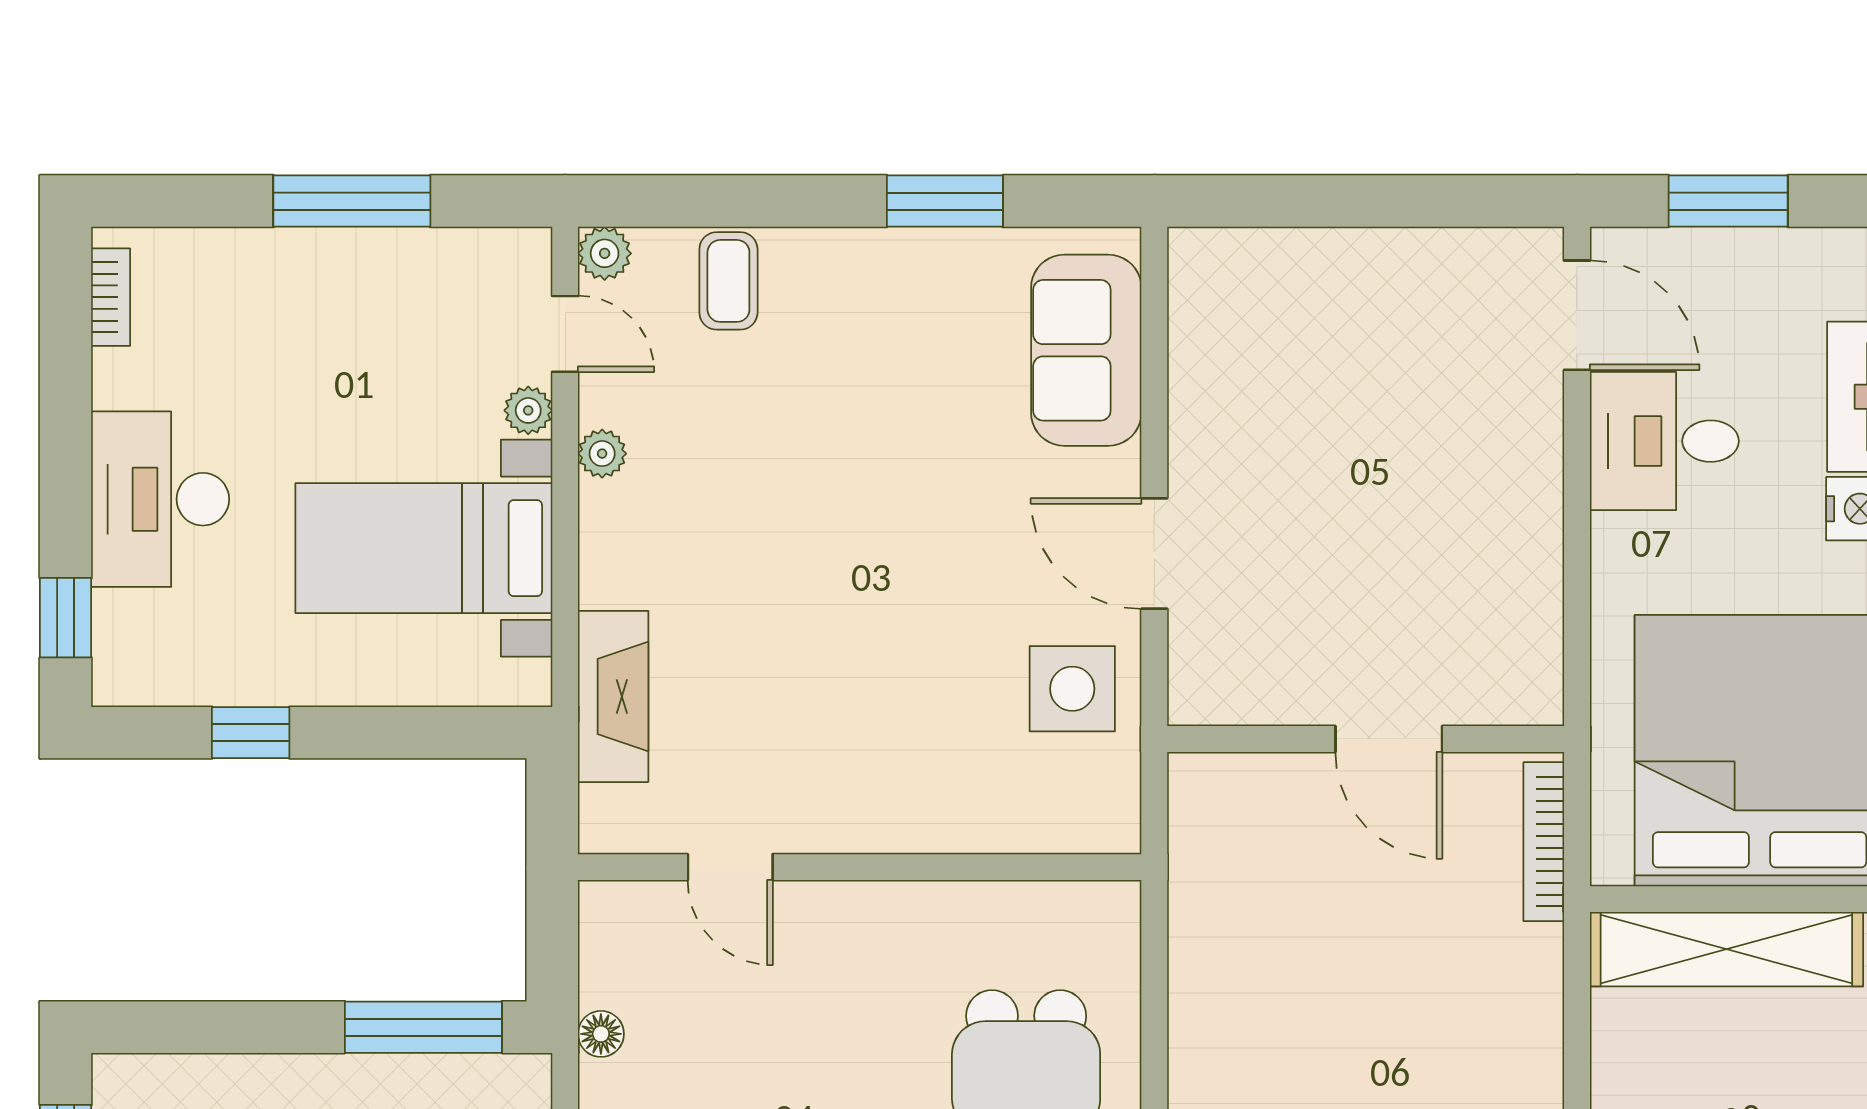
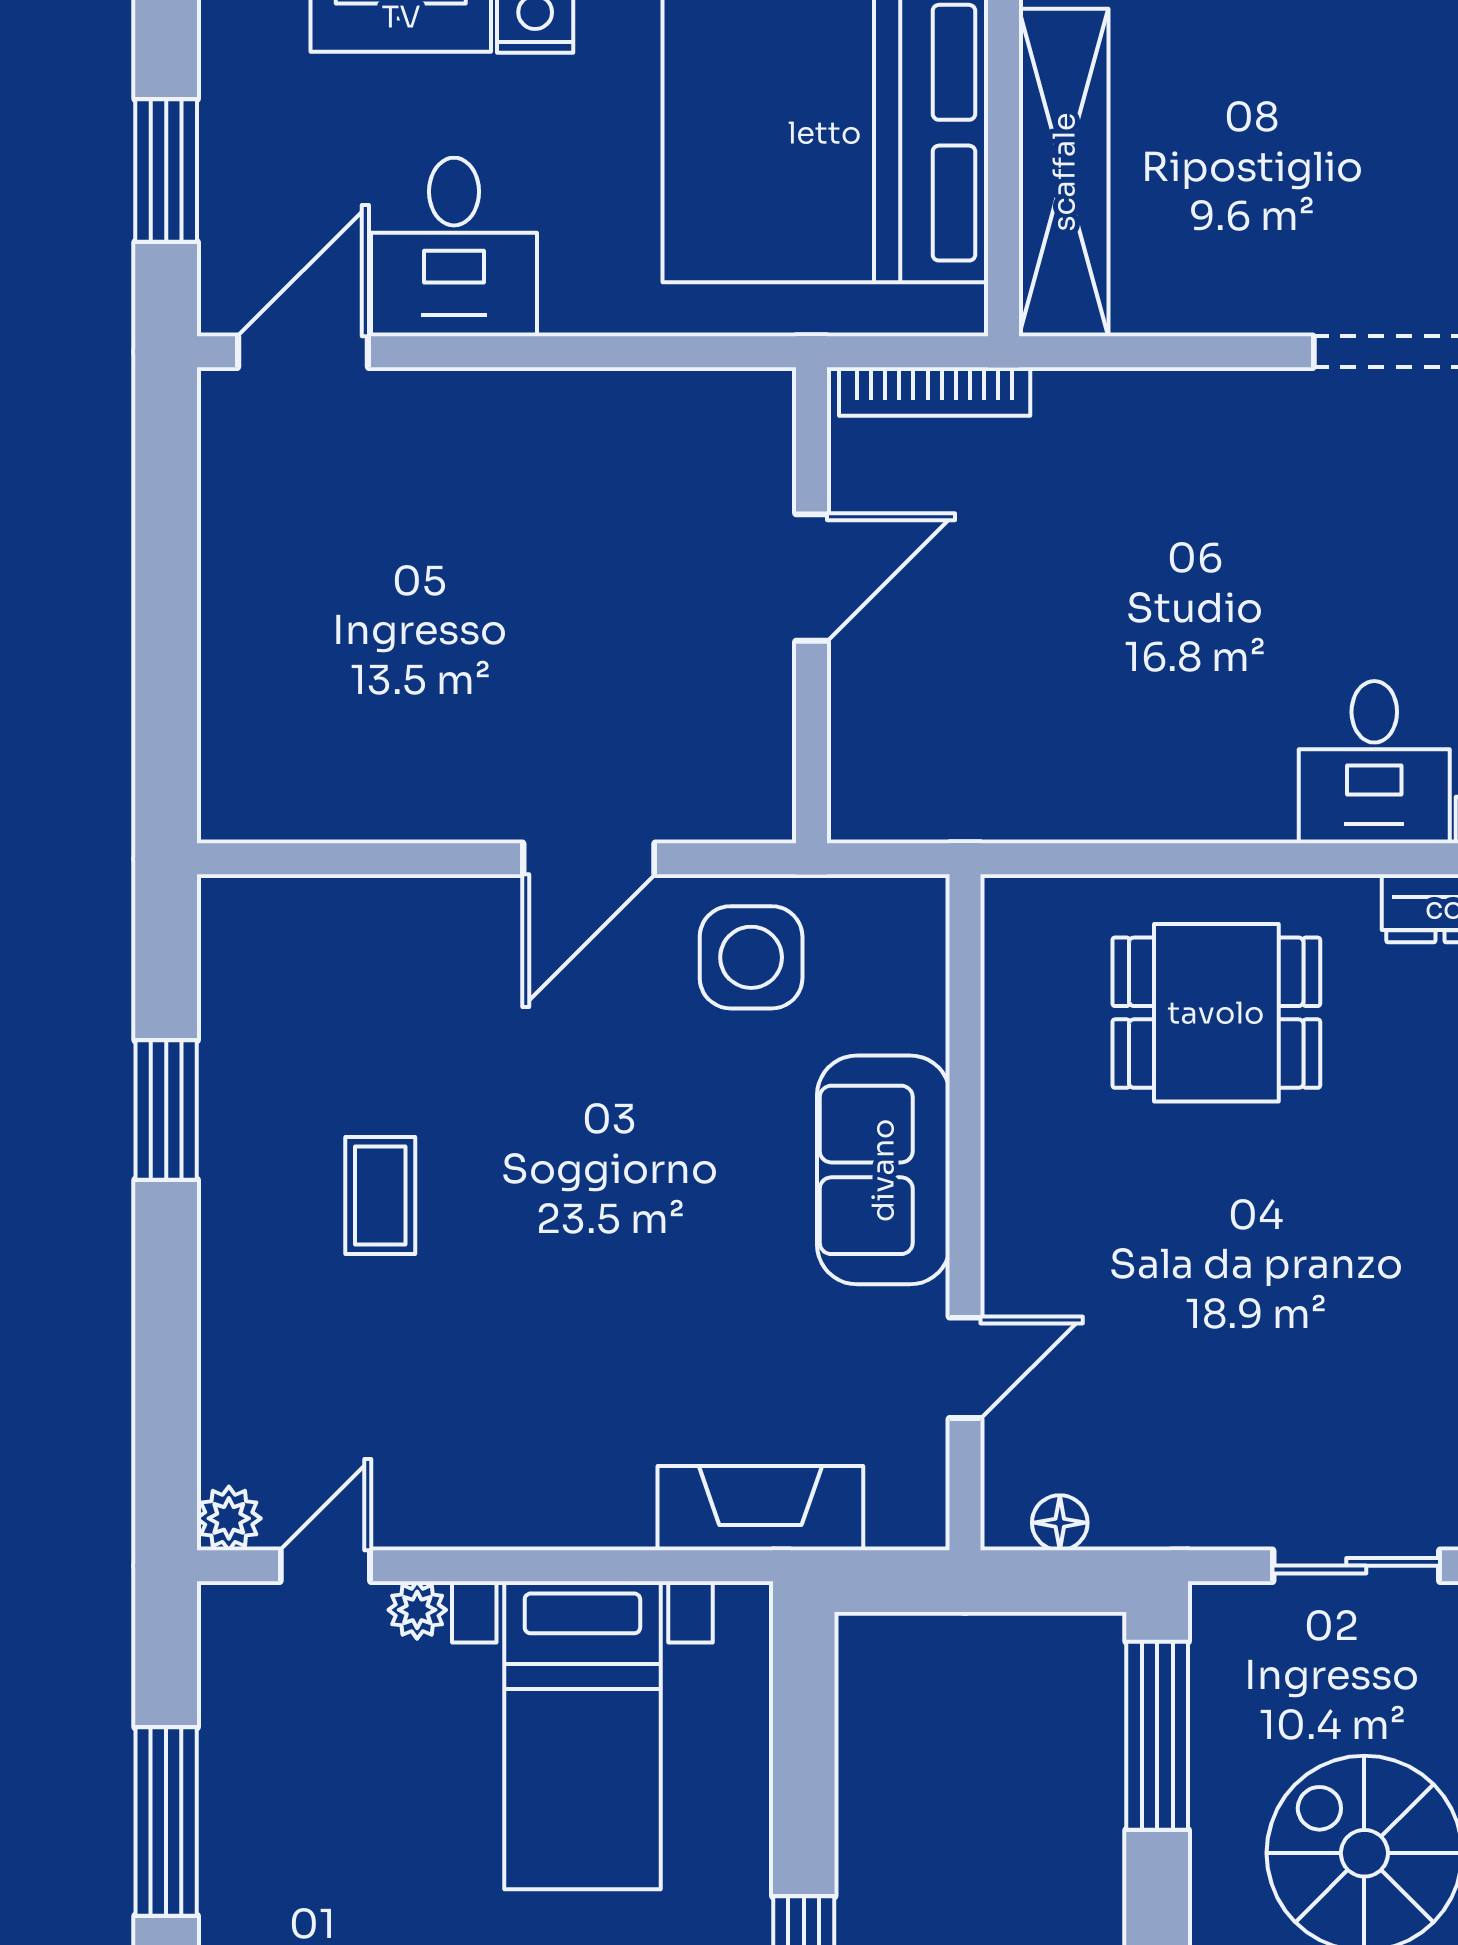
coffee table: (728, 281) -> (380, 1195), moved, turned 90
sofa: (1086, 350) -> (883, 1170), moved, turned 90
plant: (602, 454) -> (469, 1521), removed
floor lamp: (601, 1034) -> (1060, 1523), moved

